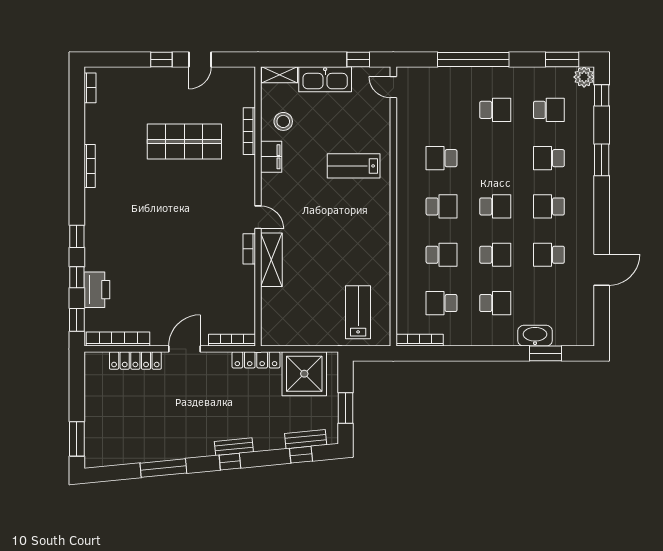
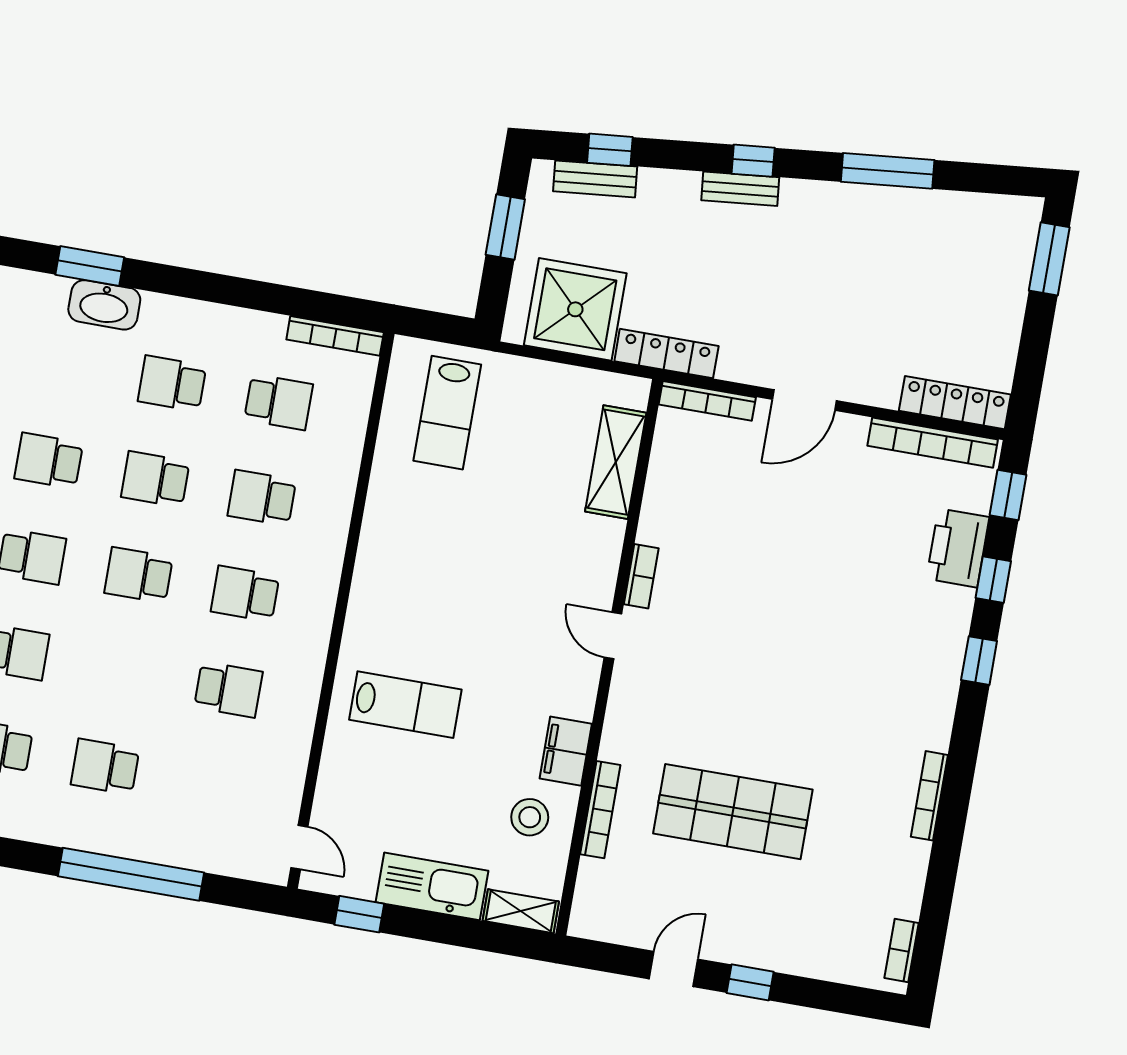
school desk: (549, 255) -> (49, 461), turned 180
shelving: (271, 260) -> (616, 462), moved
locker: (135, 360) -> (955, 403), moved

